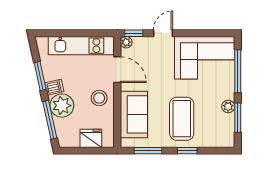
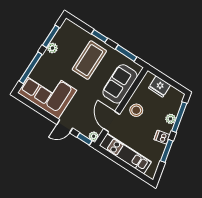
plant: (62, 106) -> (171, 119), width x0.53, depth x0.53

